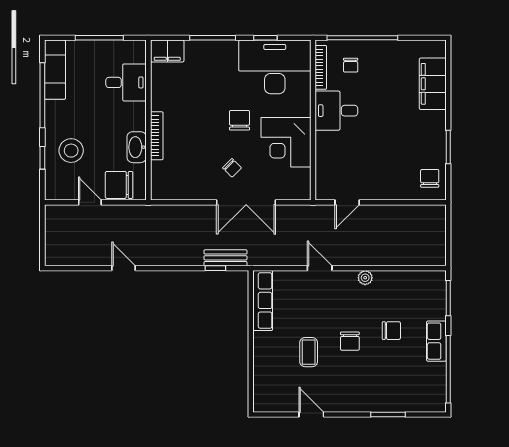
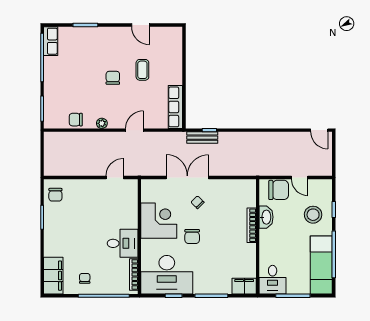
chair: (351, 65) -> (85, 278), moved
exam couch: (55, 70) -> (321, 265), width x1.36, depth x1.45
desk: (126, 82) -> (273, 280), moved, turned -90
filing cabinet: (433, 84) -> (53, 276), moved
door: (124, 268) -> (319, 130), moved
door: (320, 268) -> (135, 130), swing flipped
chair: (391, 331) -> (76, 120), moved
row of seats: (436, 341) -> (51, 41), moved

